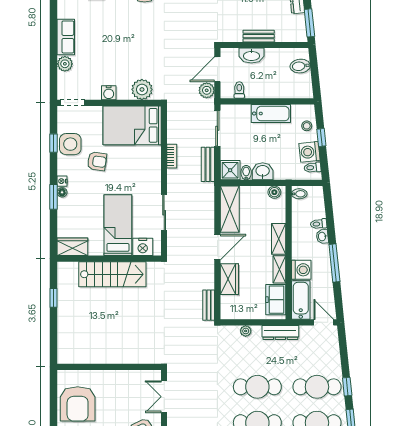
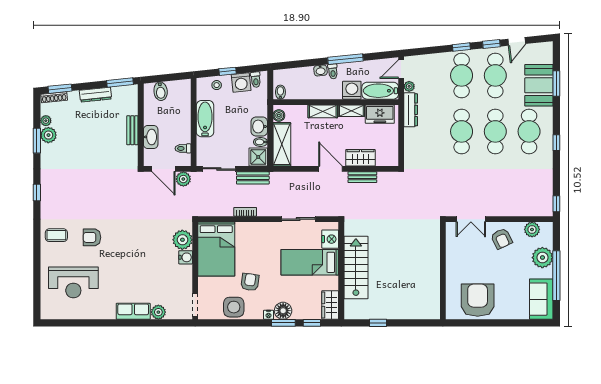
water cooler: (109, 93) -> (186, 257), moved
window: (53, 143) -> (312, 323), moved
floor lamp: (62, 192) -> (283, 311), width x1.89, depth x1.89
shelving: (230, 209) -> (282, 144), moved, turned 90
toilet: (319, 224) -> (333, 71), moved
bench: (209, 305) -> (362, 177), moved
plant: (246, 331) -> (409, 86), moved
armchair: (78, 404) -> (478, 300), turned -90

